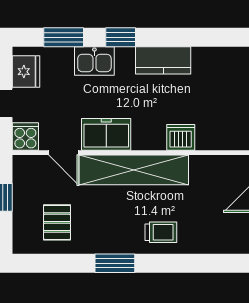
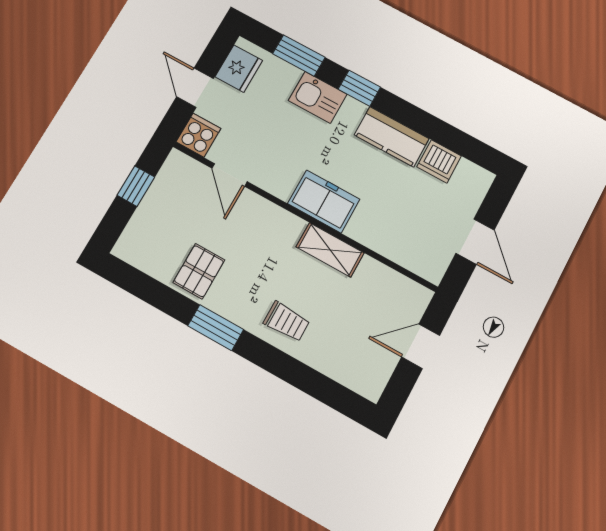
freezer: (106, 134) -> (324, 201), moved
dishwasher: (181, 137) -> (439, 161), moved, turned 180
shelving: (134, 170) -> (330, 250), width x0.45, depth x0.75
pallet: (57, 222) -> (199, 271), moved

